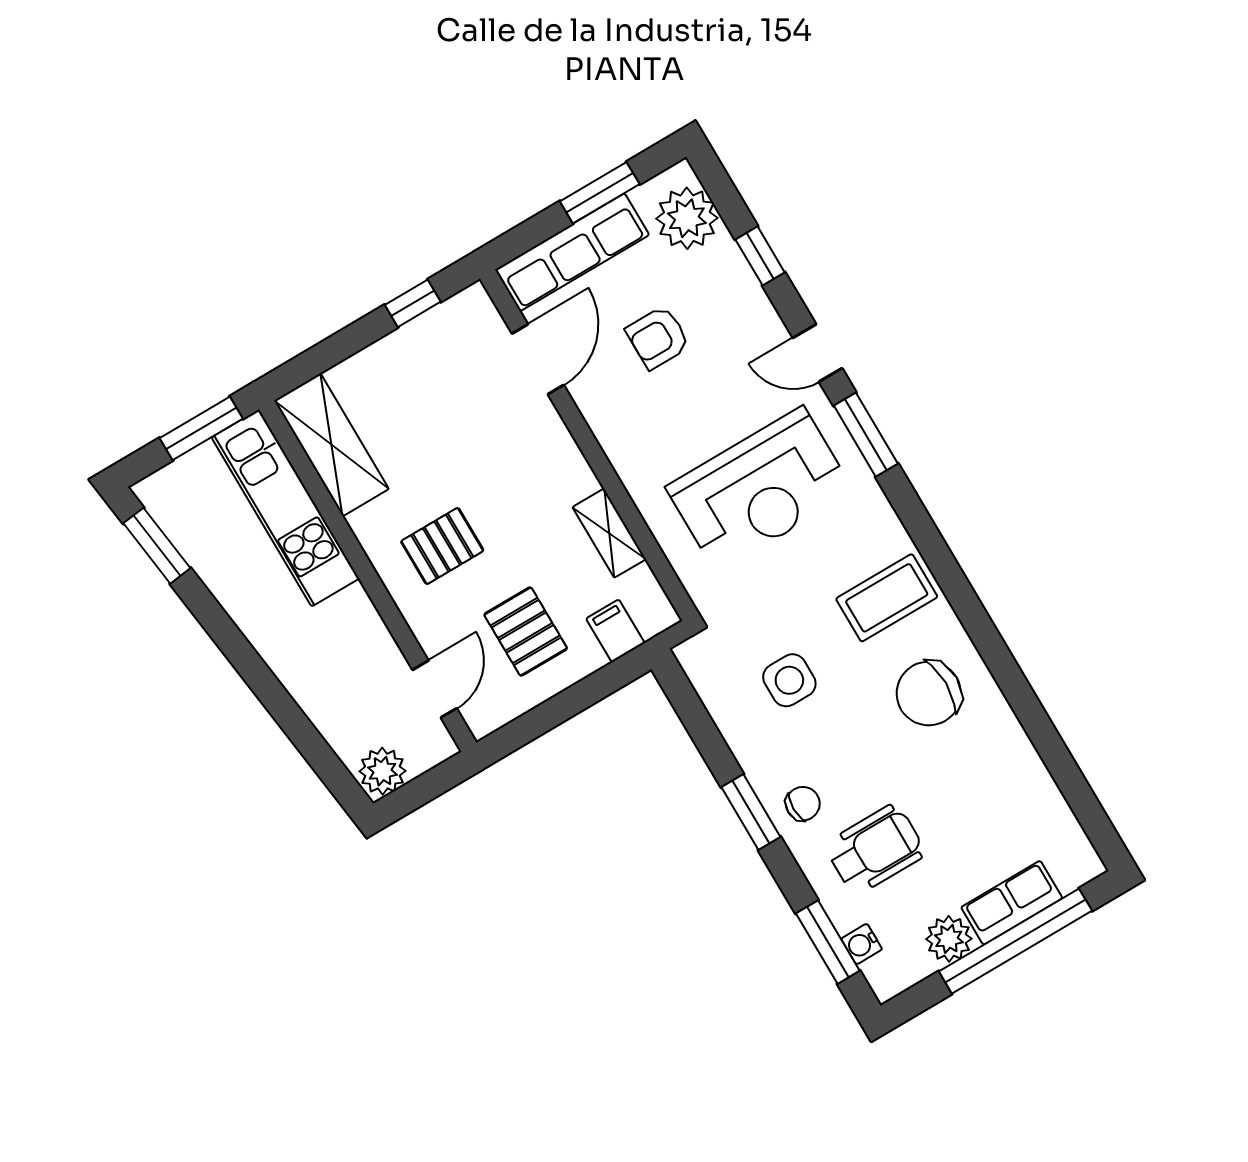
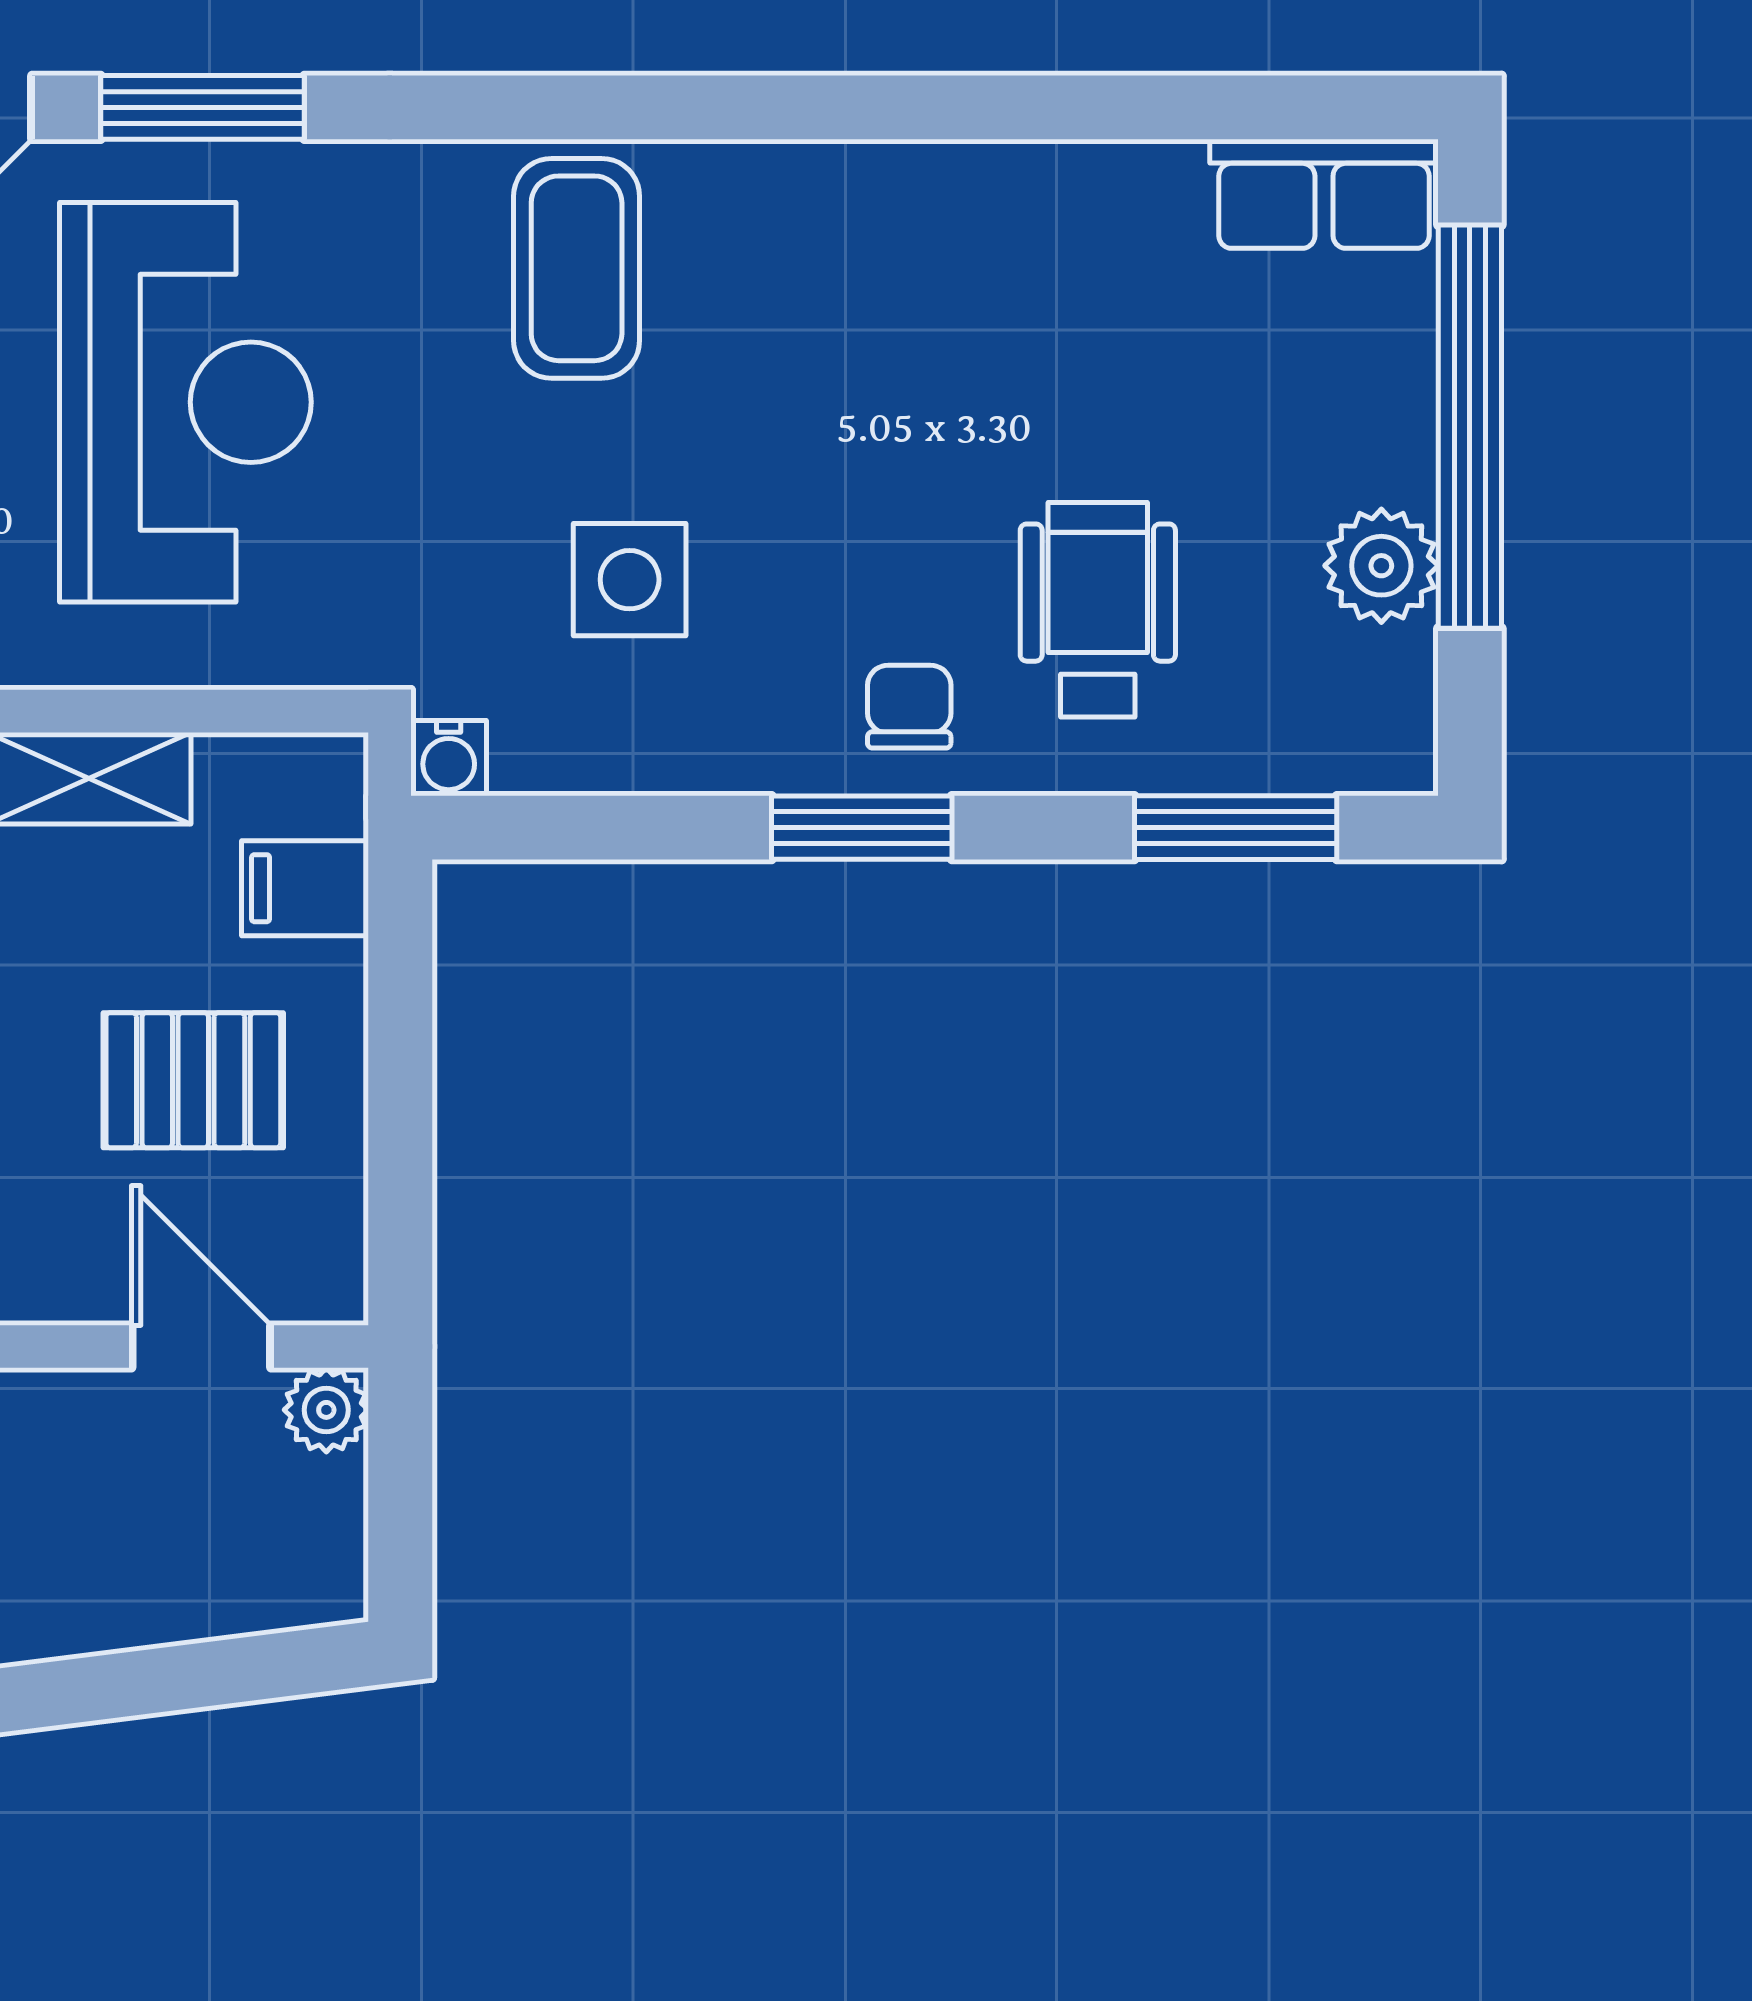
chair: (929, 693) -> (833, 299), removed
plant: (382, 771) -> (326, 1410), moved, width x0.73, depth x0.73
row of seats: (1012, 903) -> (1324, 194), moved, turned -90
water cooler: (862, 944) -> (449, 758), moved

